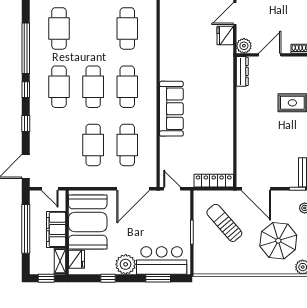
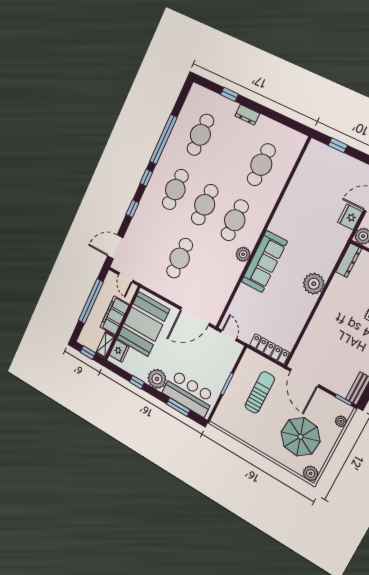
plant: (223, 105) -> (314, 284), added
plant: (150, 112) -> (243, 254), added
cafe table: (127, 145) -> (209, 274), removed
sun lounger: (224, 223) -> (260, 392), turned 41

